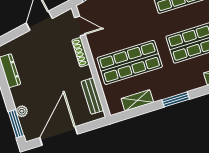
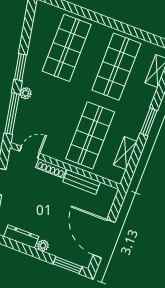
bench: (92, 96) -> (82, 182), moved
plant: (22, 111) -> (43, 246), moved

